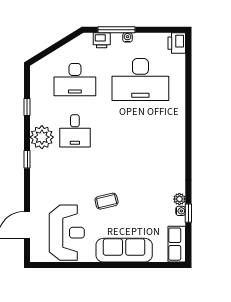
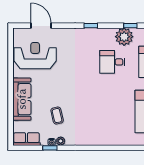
plant: (42, 137) -> (124, 37), moved
coffee table: (107, 201) -> (57, 116), moved
reception desk: (67, 233) -> (35, 56), turned 180

